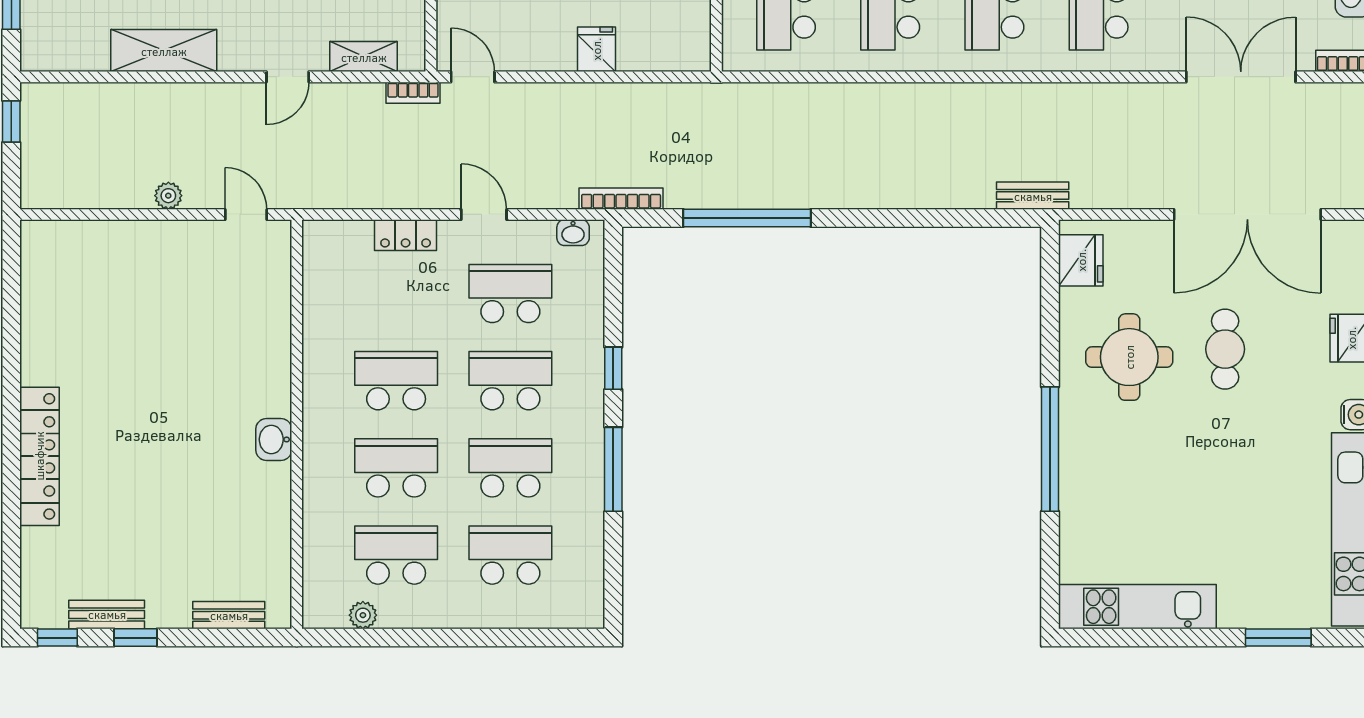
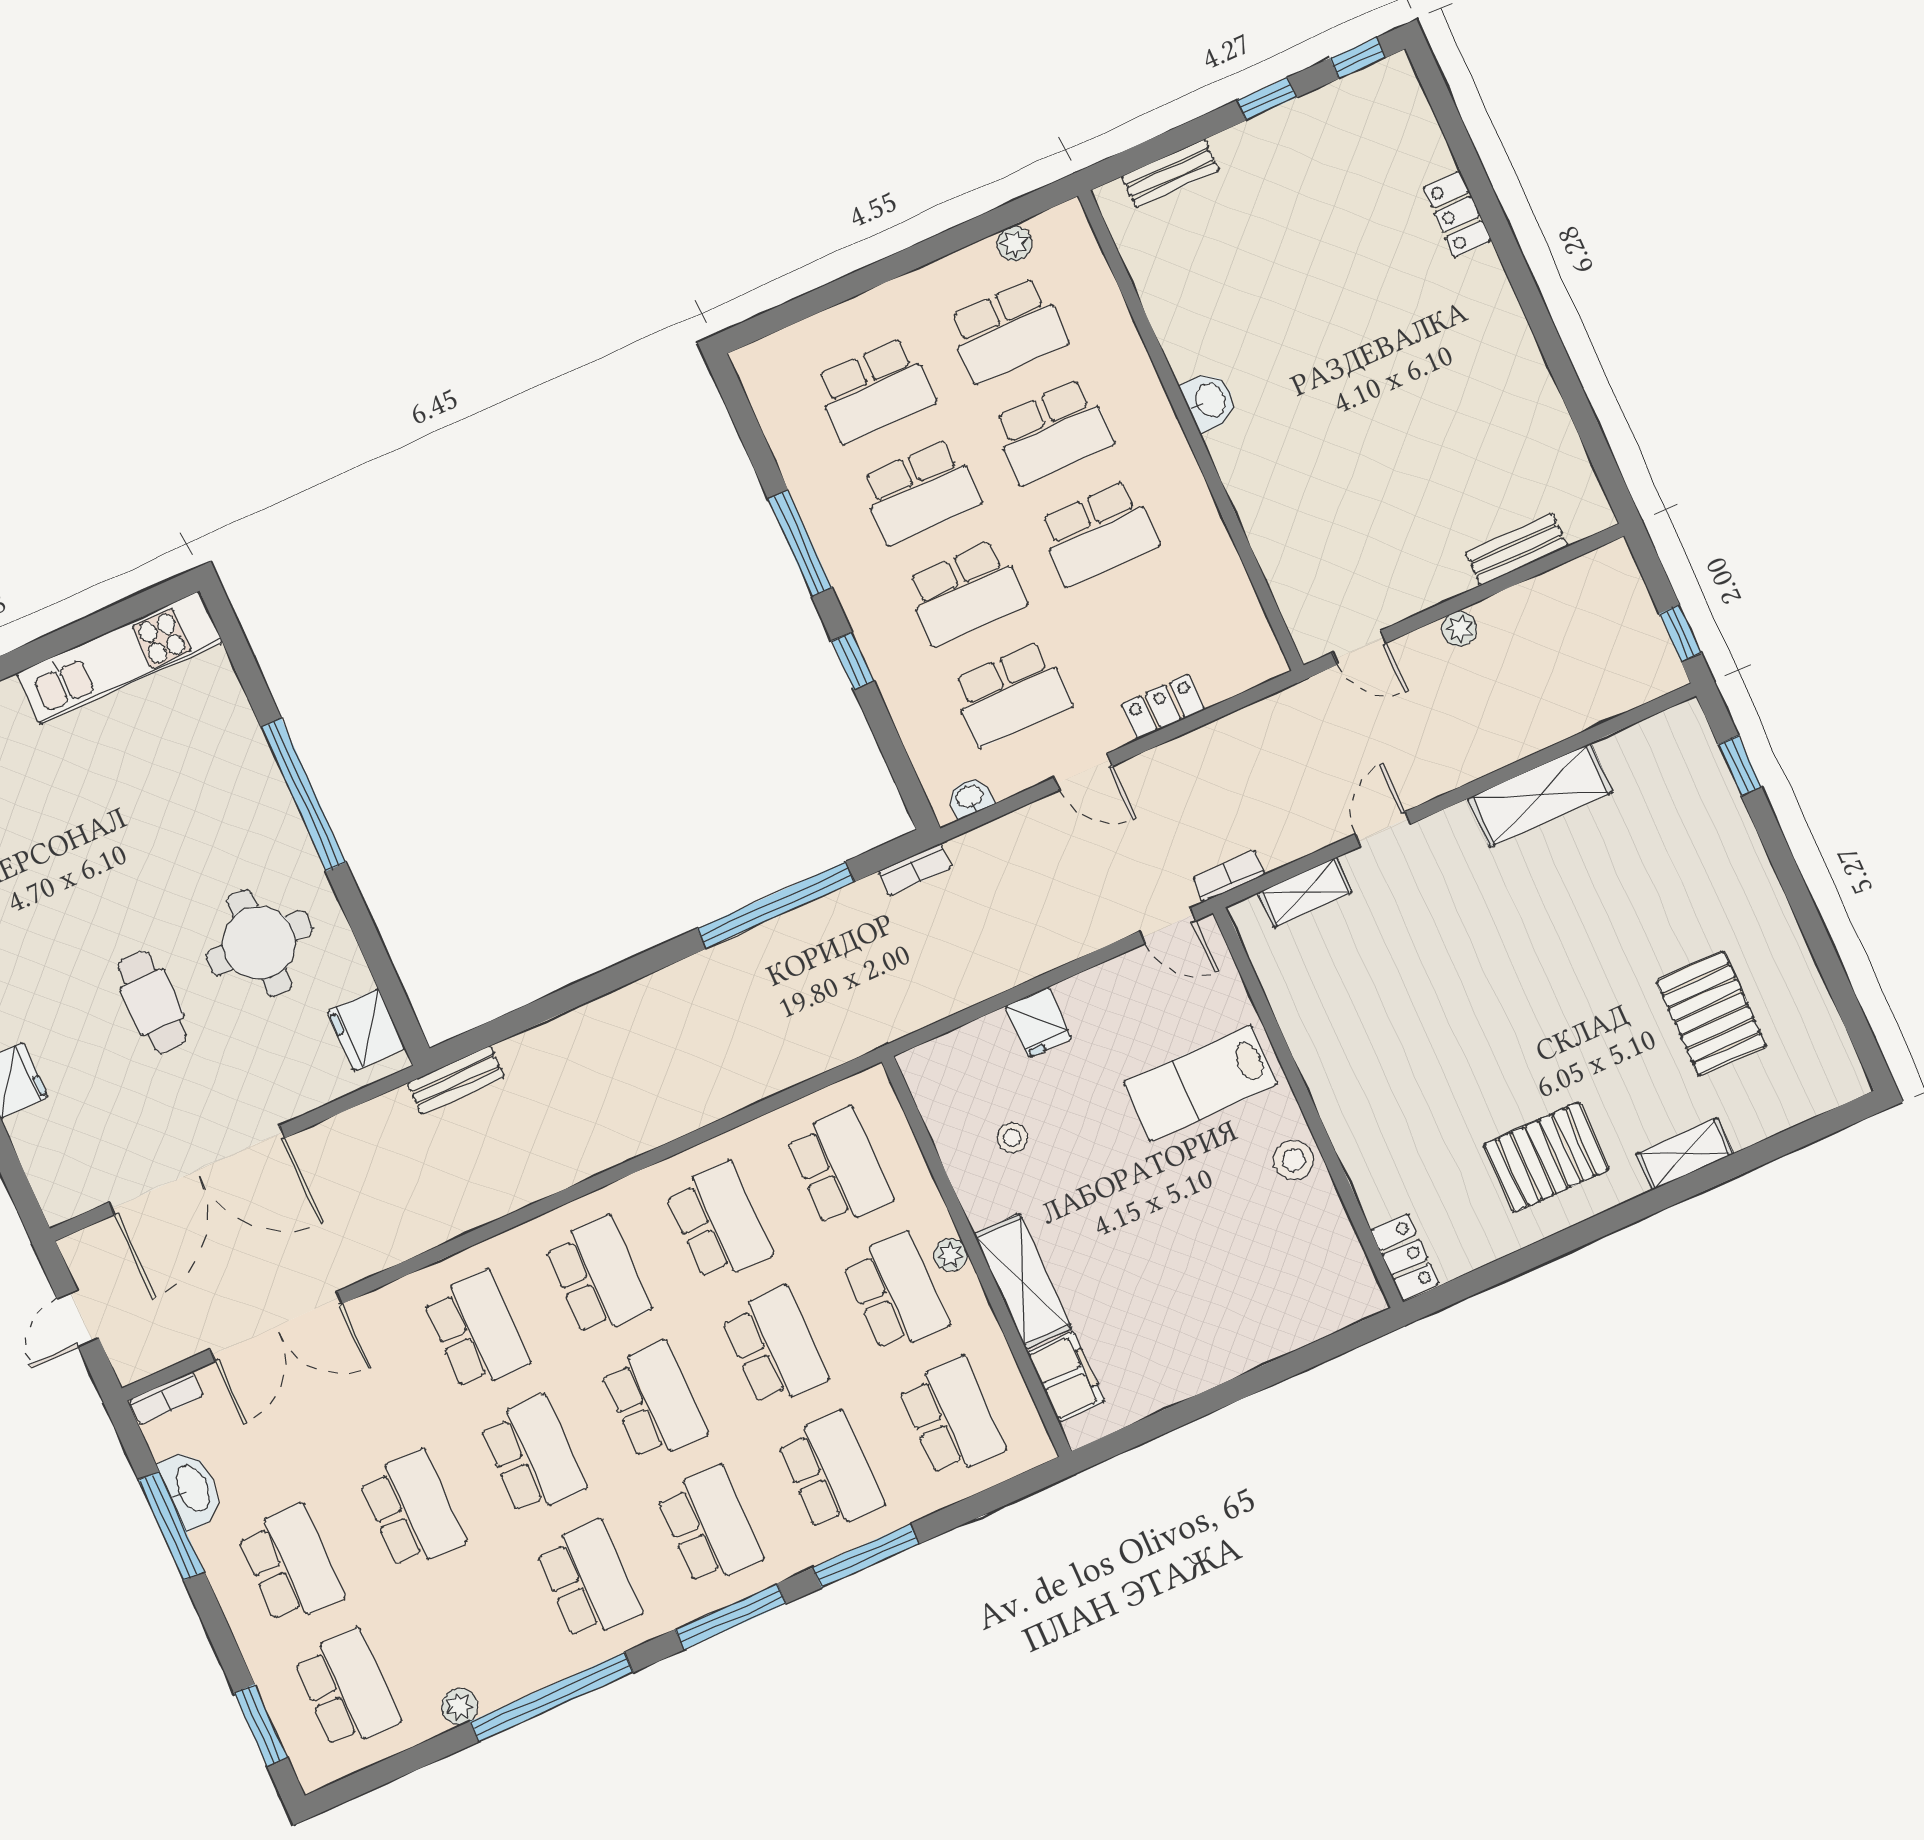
bookcase: (621, 199) -> (915, 870), width x0.64
double door: (1247, 214) -> (197, 1170), swing flipped
locker: (39, 456) -> (1457, 214), width x0.46, depth x0.83
bench: (107, 614) -> (1517, 550), moved

